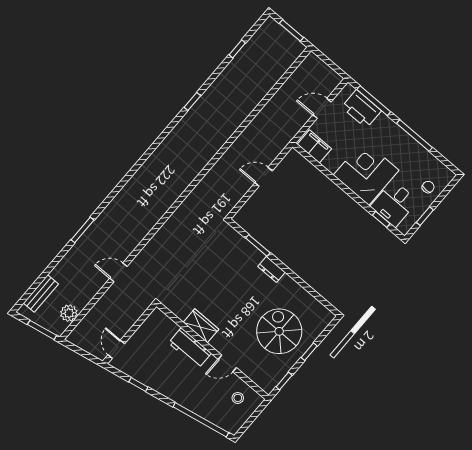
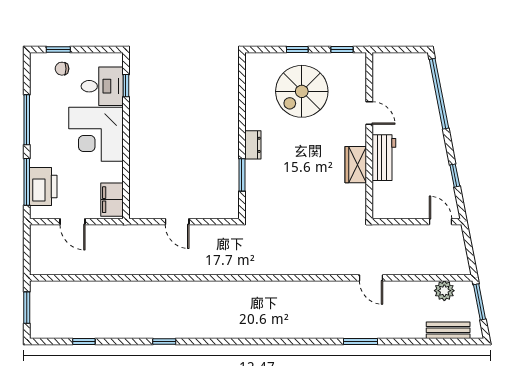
window: (425, 216) -> (58, 50), moved
door: (116, 349) -> (440, 222), swing flipped
stool: (238, 398) -> (392, 78), removed

